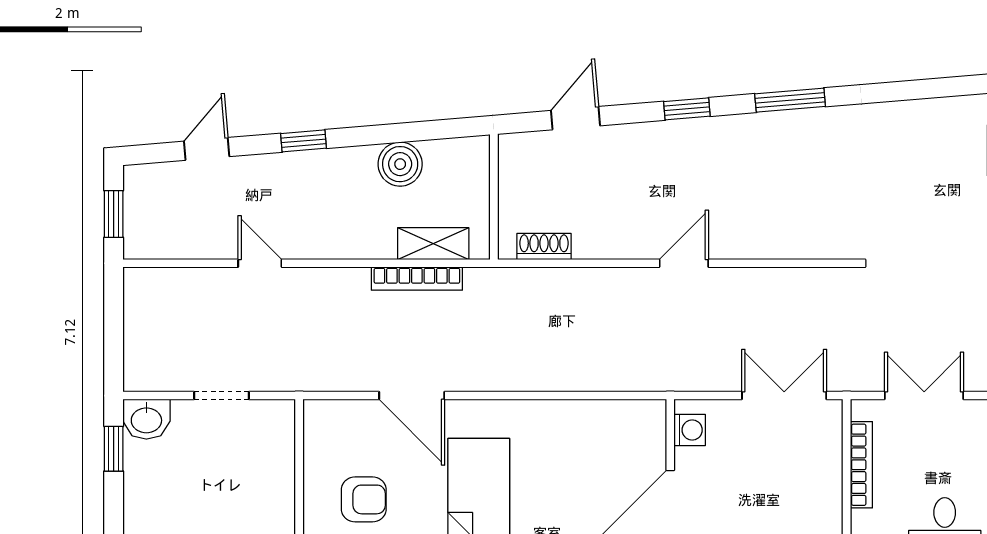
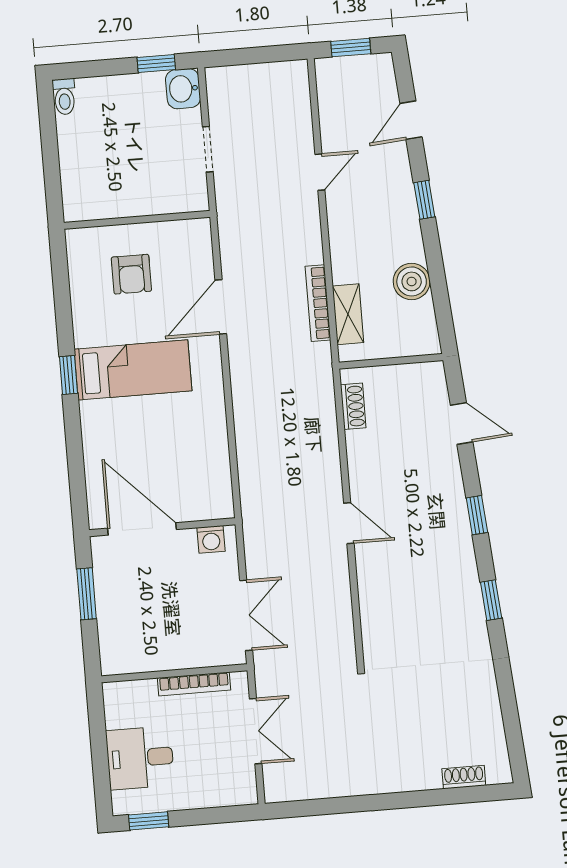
window: (790, 100) -> (491, 600), width x0.67
door: (207, 149) -> (411, 120), swing flipped

